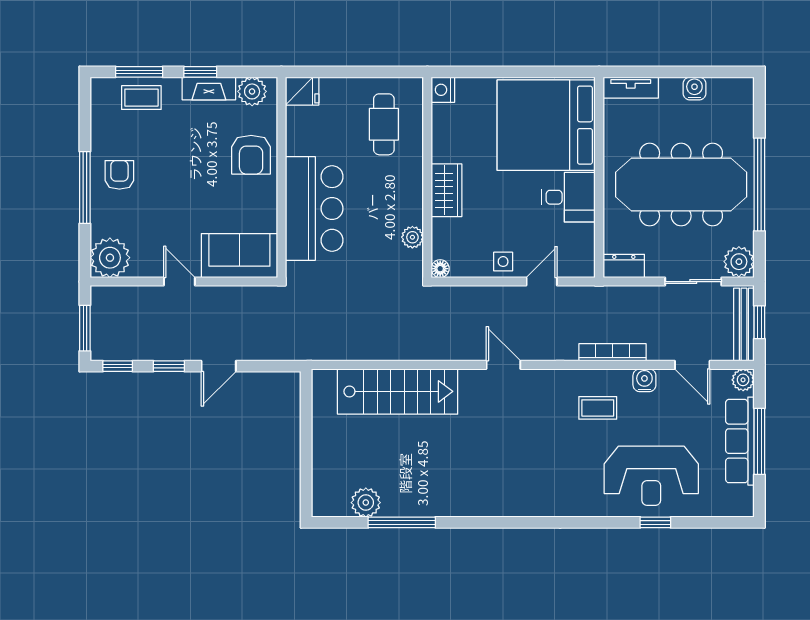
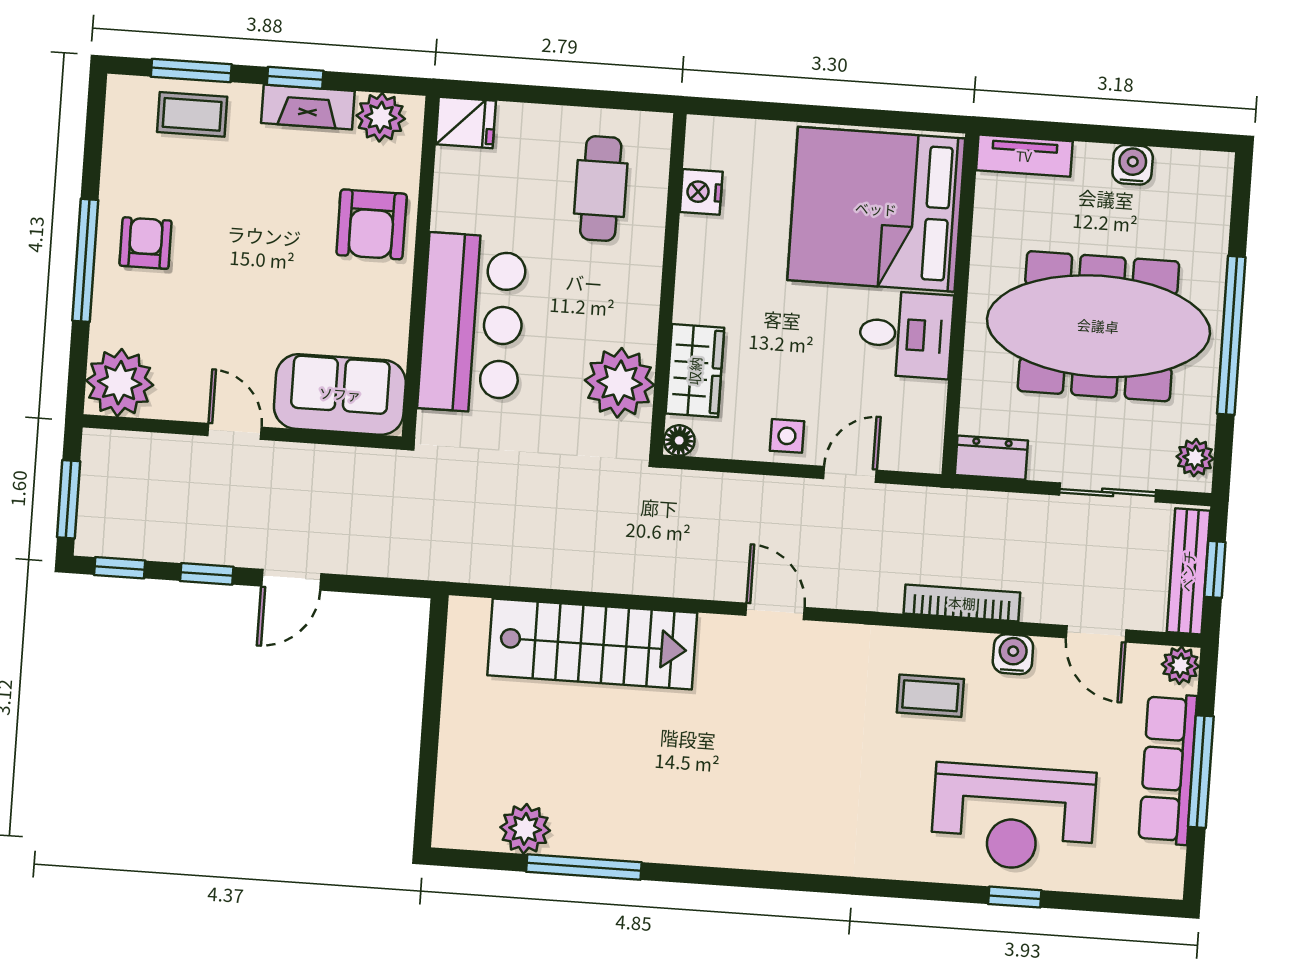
nightstand: (443, 90) -> (701, 192), moved
wardrobe: (447, 190) -> (695, 371), moved
plant: (412, 237) -> (620, 383), width x1.88, depth x1.88
plant: (739, 262) -> (1195, 458), width x0.73, depth x0.73

